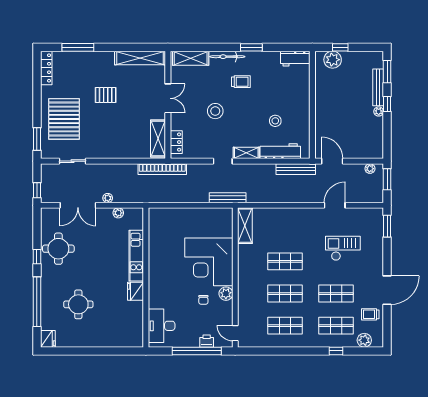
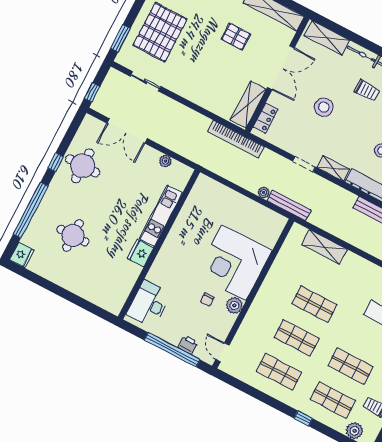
pallet: (106, 95) -> (236, 37), moved
double door: (168, 98) -> (281, 68), width x1.37
plant: (108, 198) -> (264, 192), moved
shelving: (245, 226) -> (324, 247), moved, turned 90
window: (336, 351) -> (303, 418), moved

